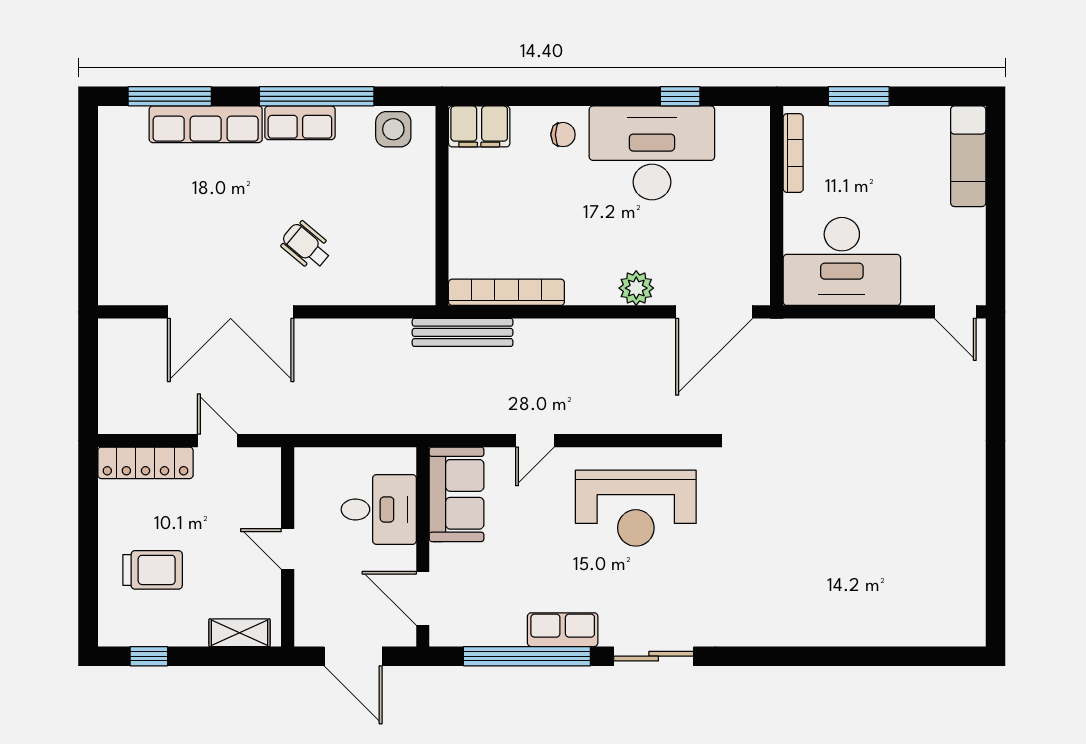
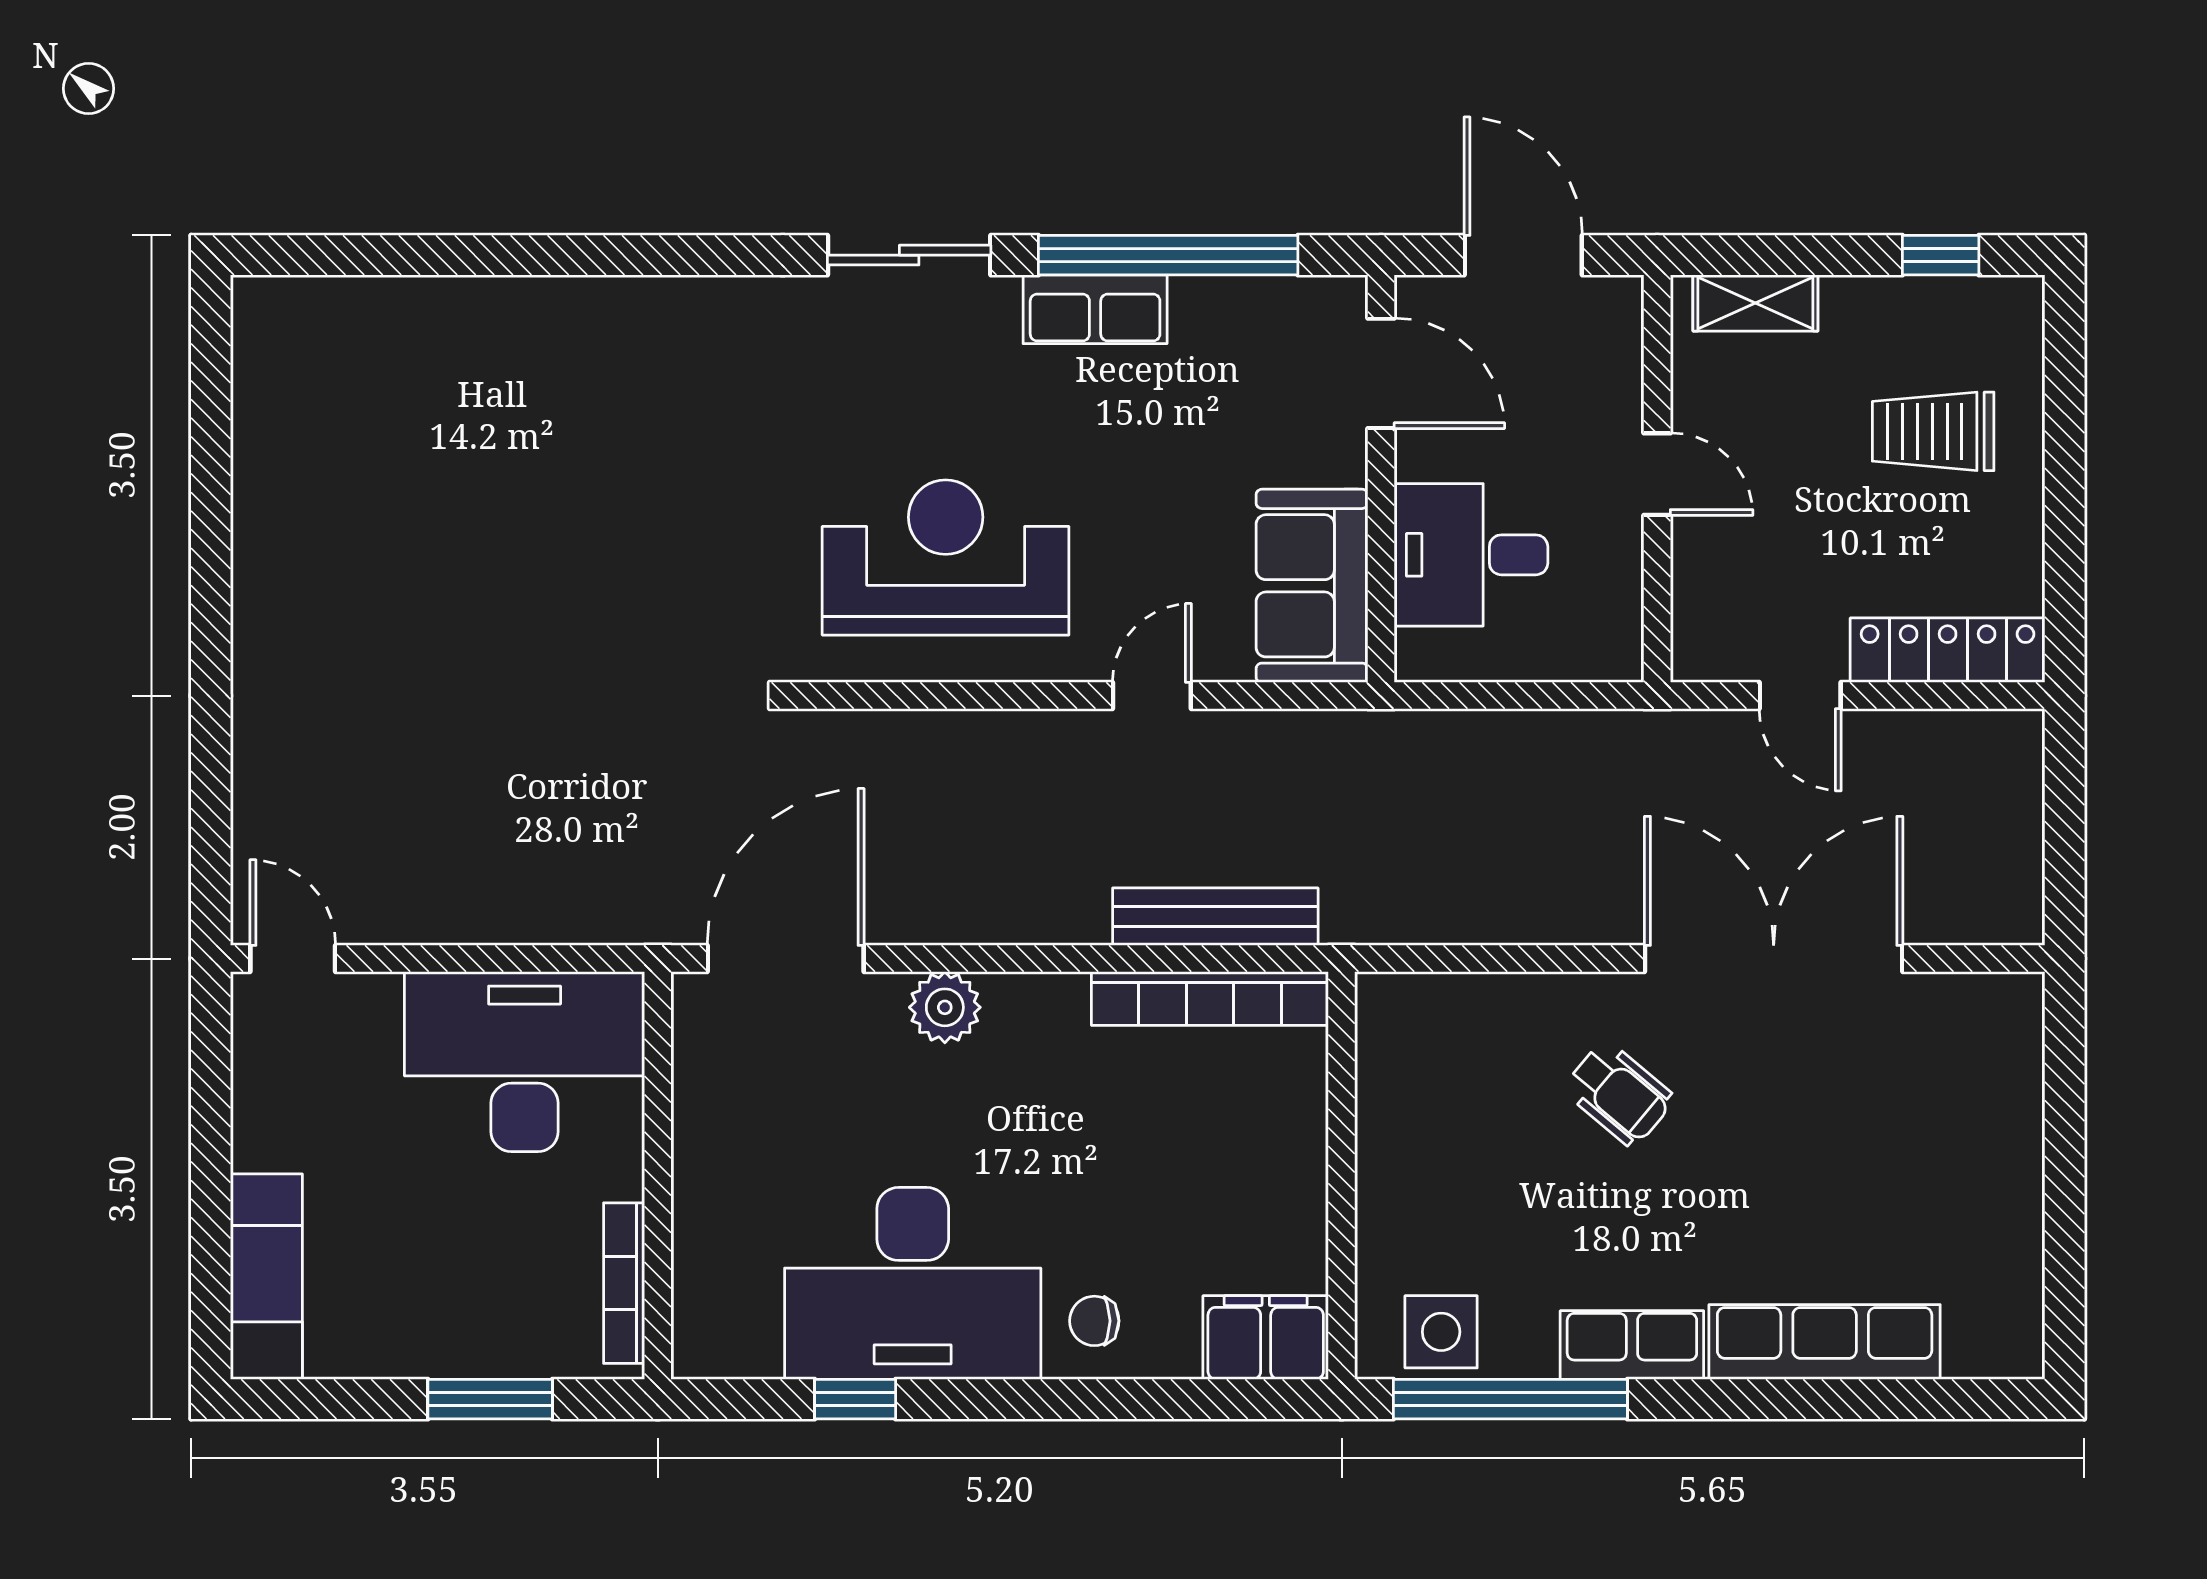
window: (170, 96) -> (1898, 1399), removed
window: (317, 96) -> (1510, 1399), moved
bench: (463, 332) -> (1215, 917), moved

